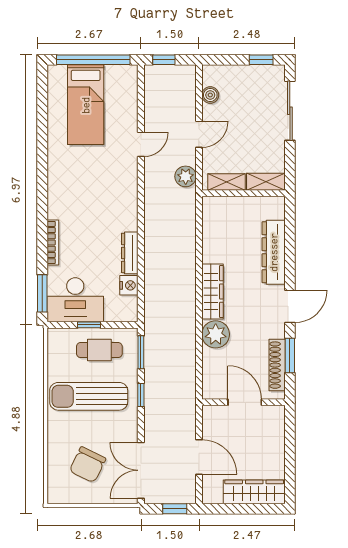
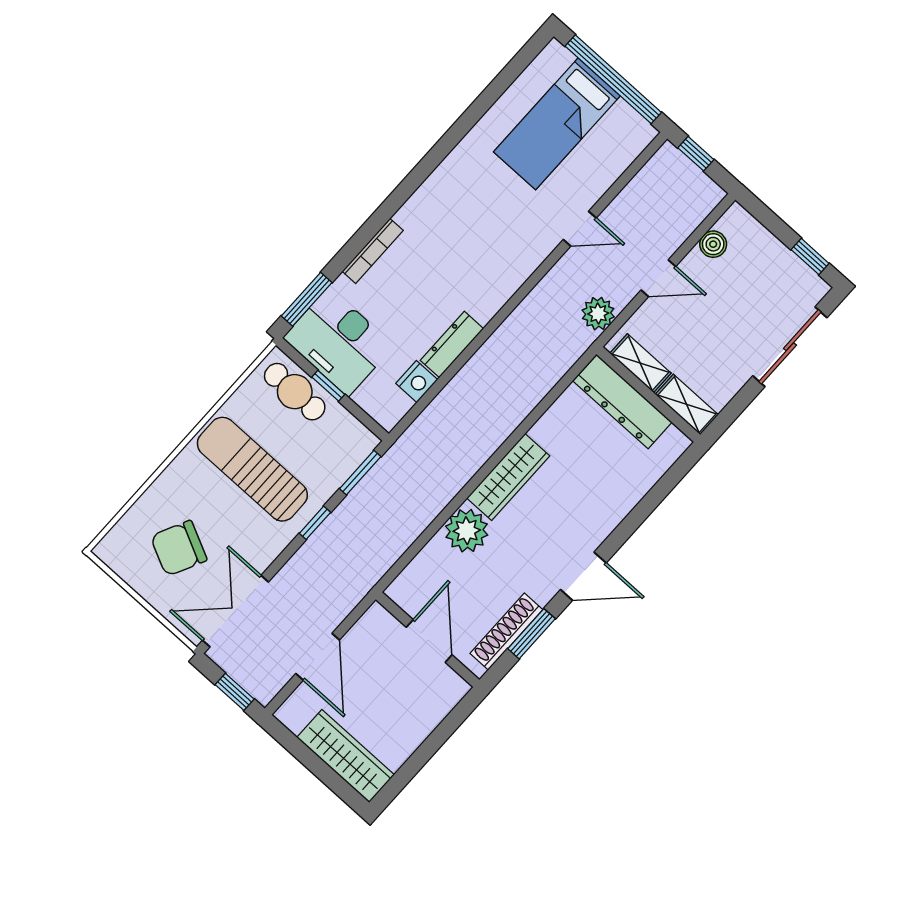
dresser: (274, 252) -> (623, 402), moved, turned -90
cafe table: (99, 350) -> (295, 392), moved

